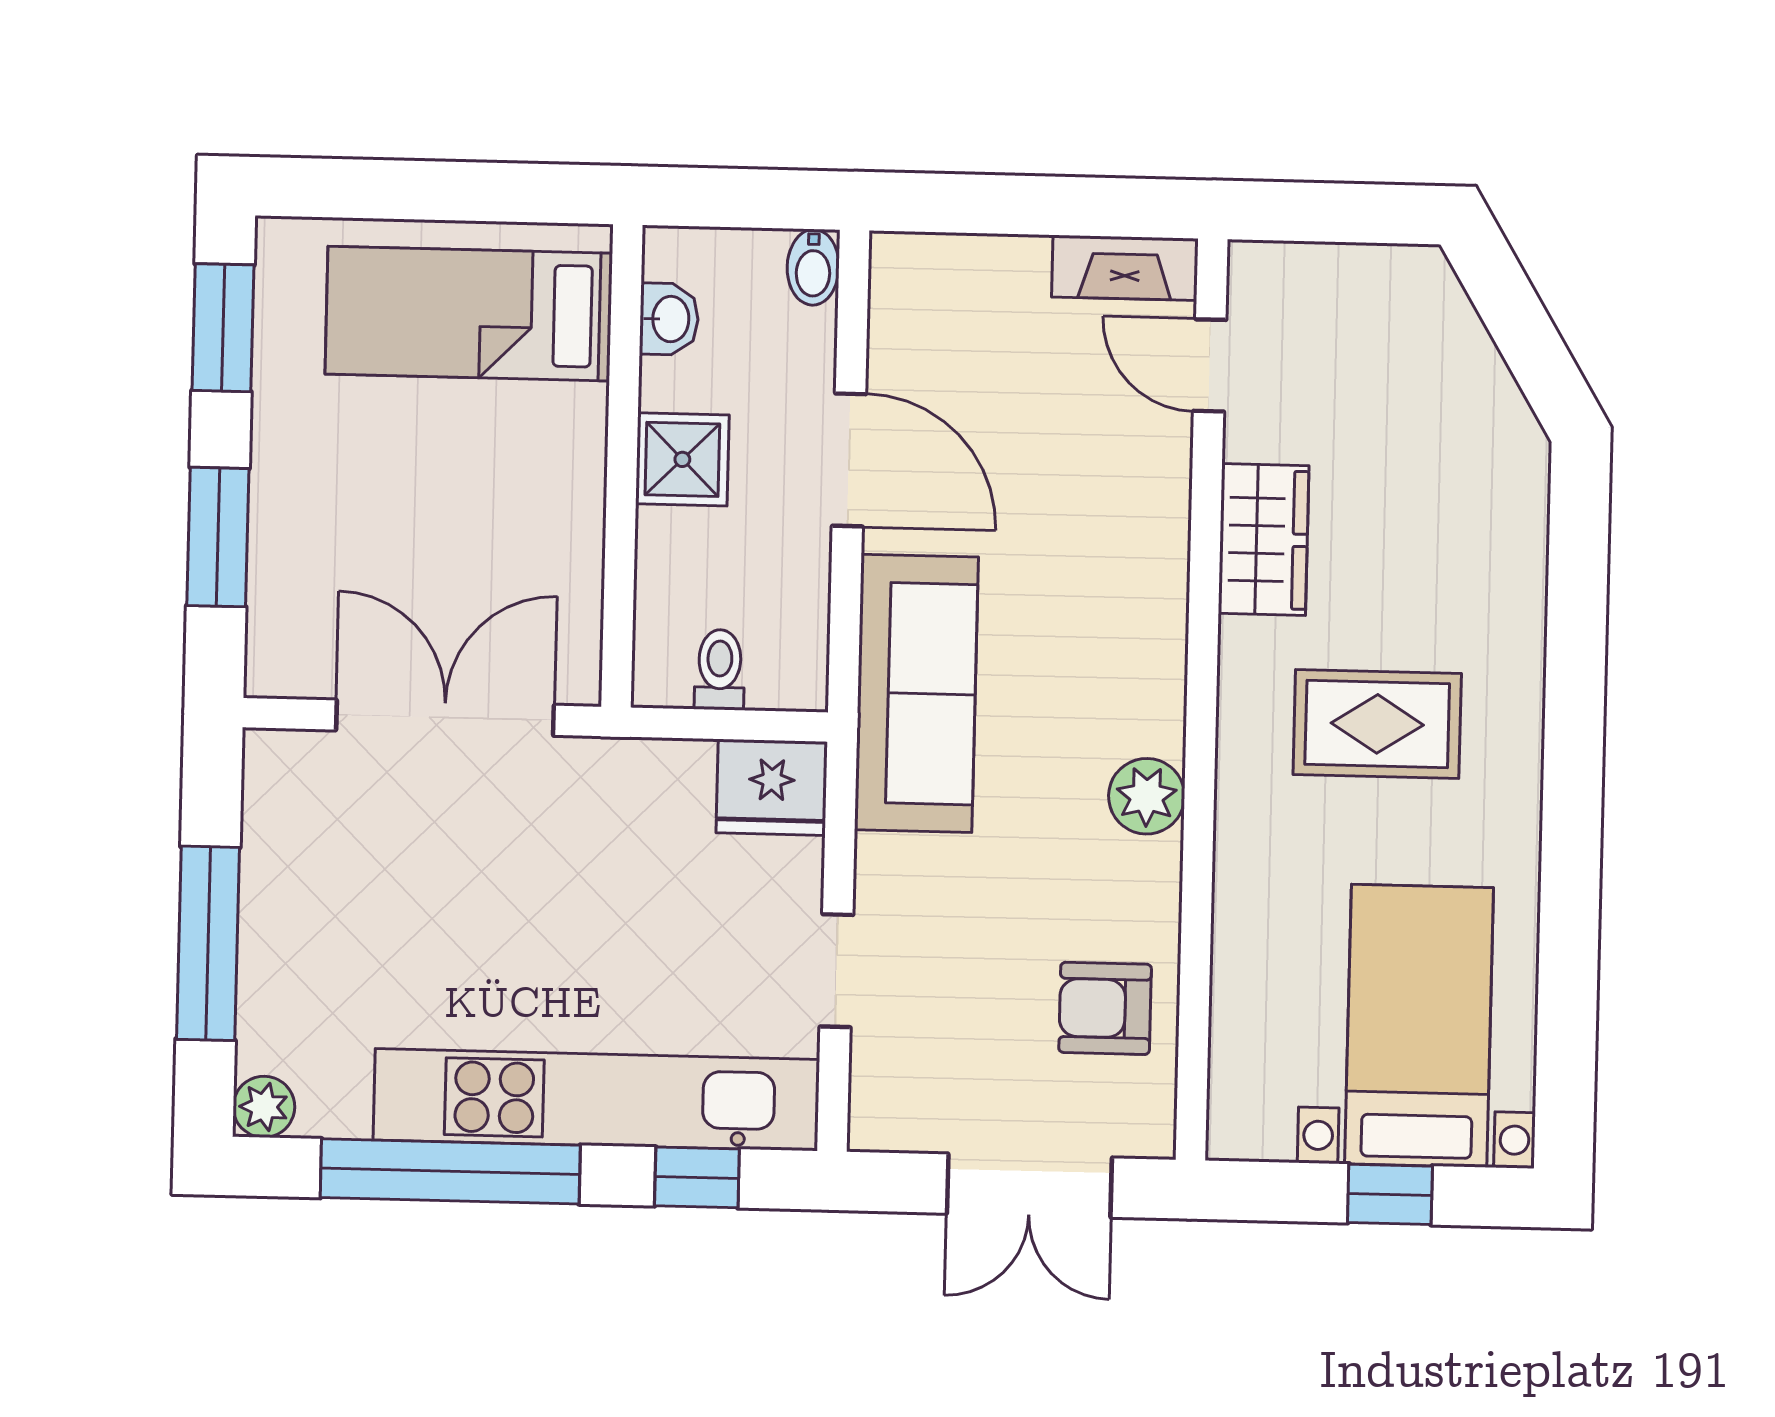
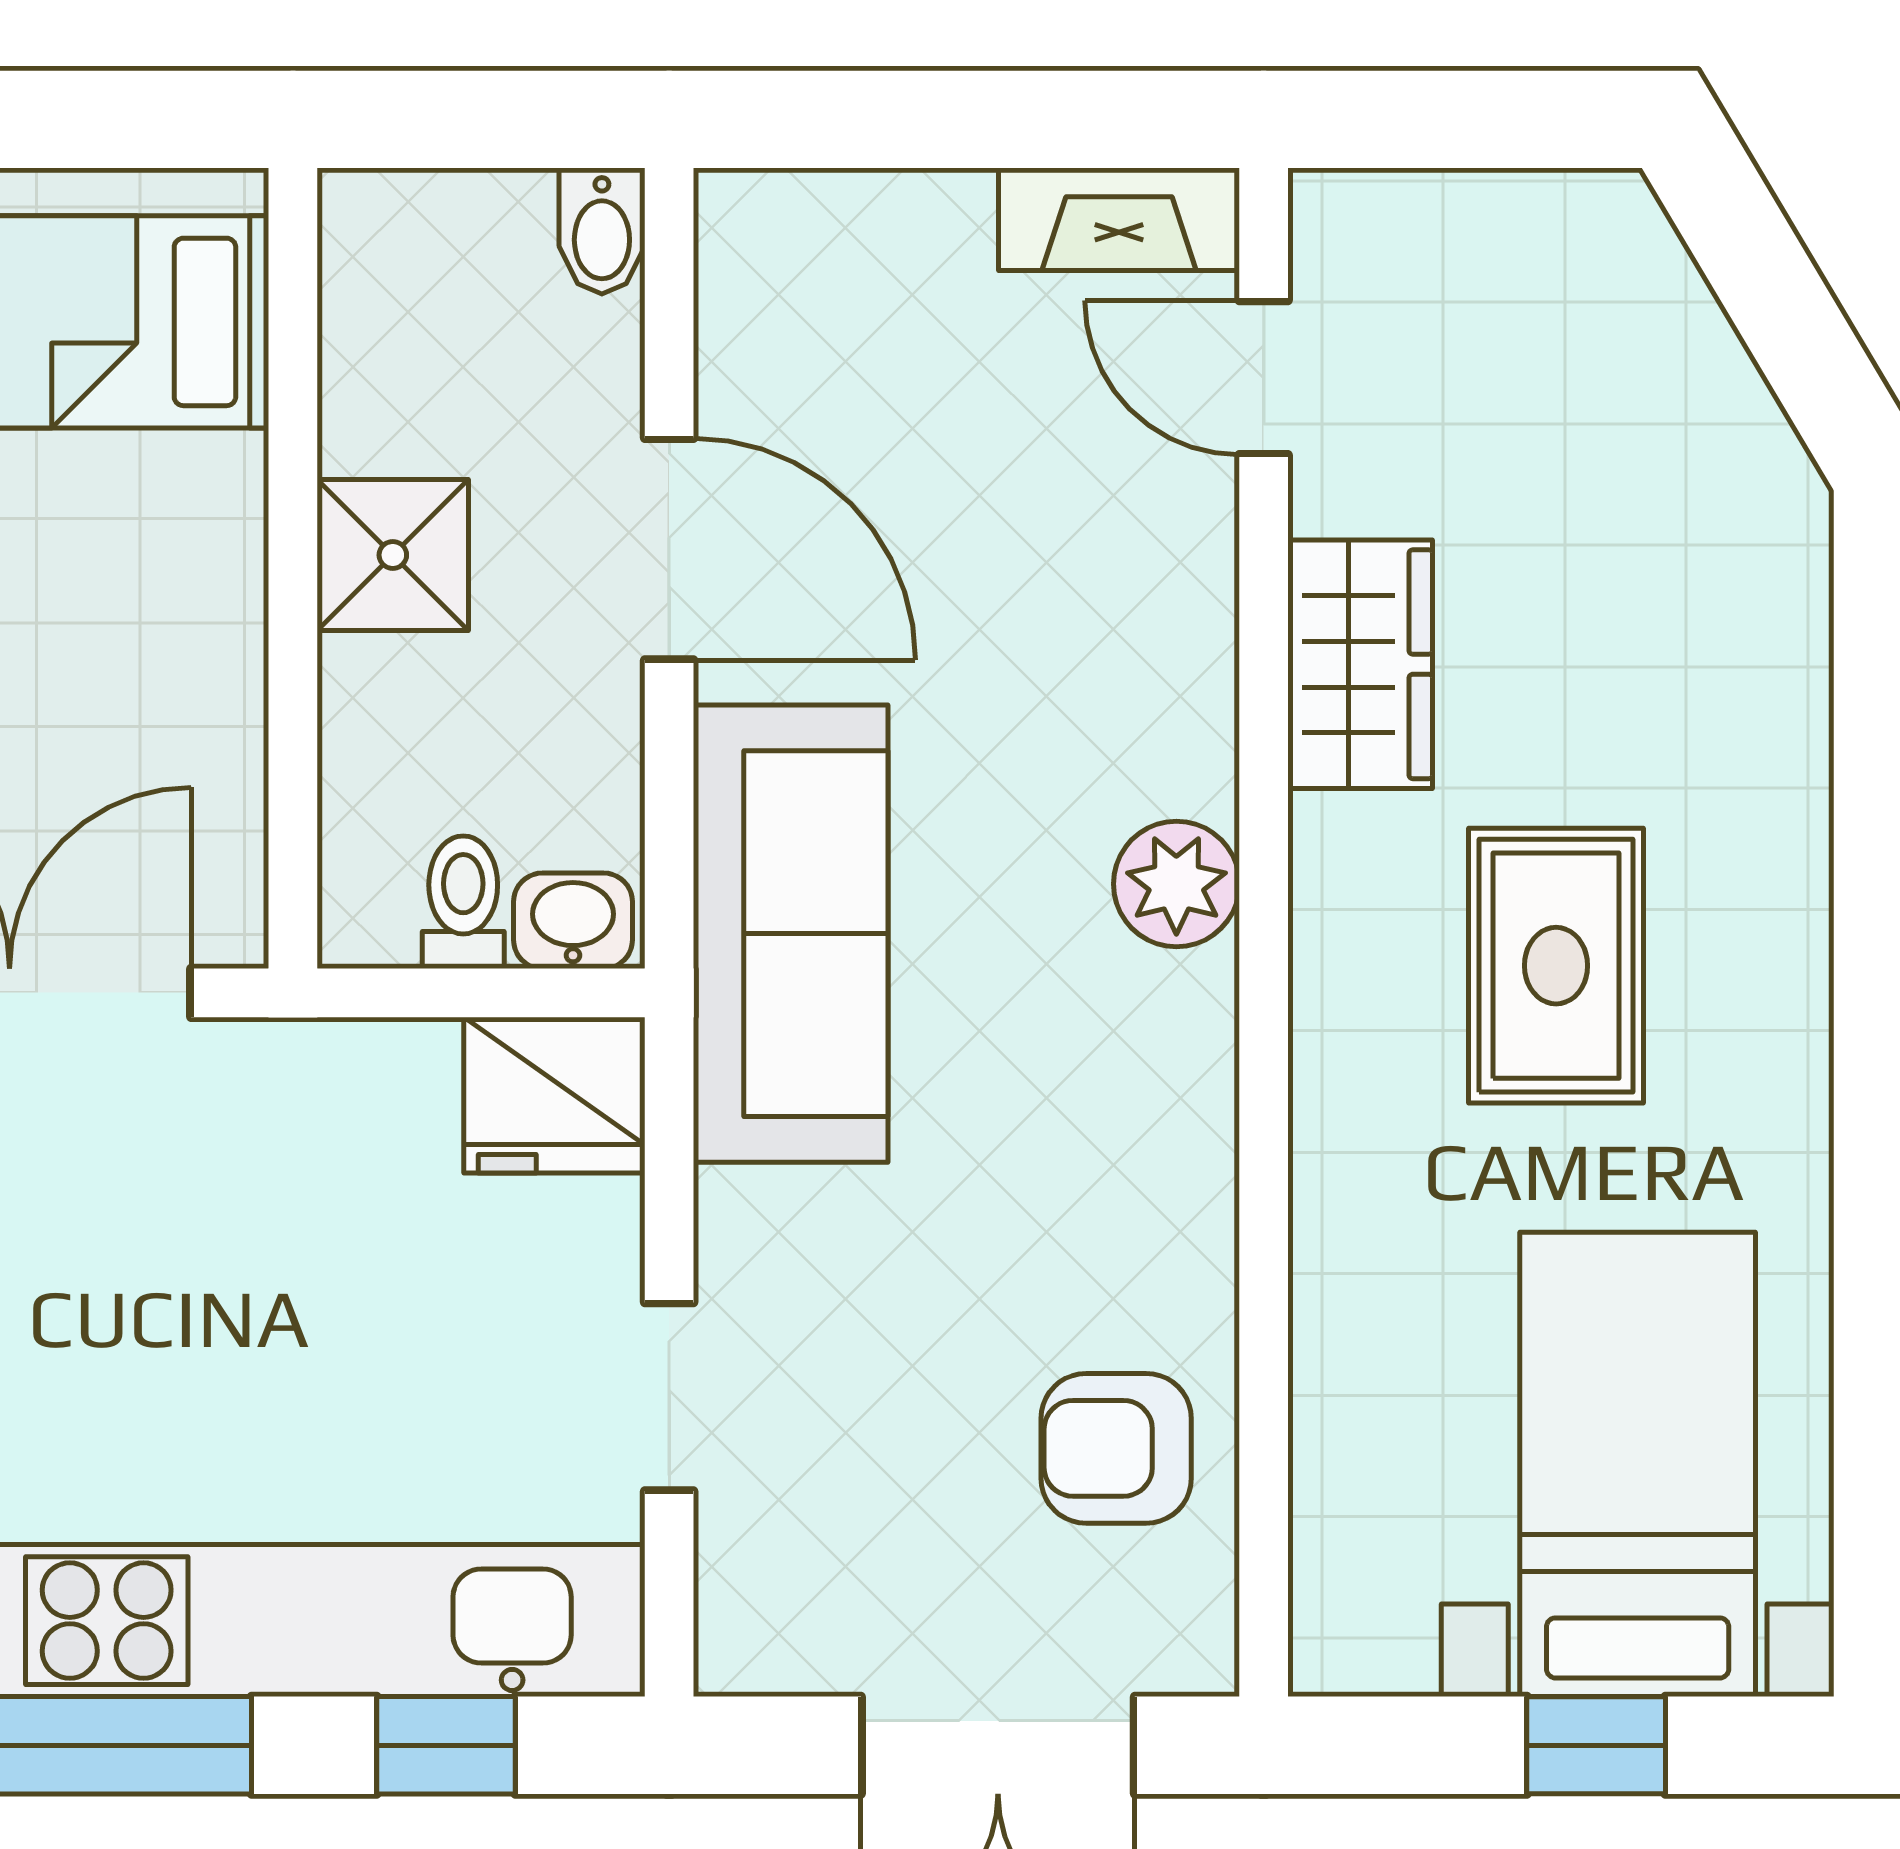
washbasin: (669, 319) -> (573, 921), moved, turned -90
rug: (1377, 724) -> (1556, 966), turned 90
plant: (1147, 796) -> (1176, 884), moved

